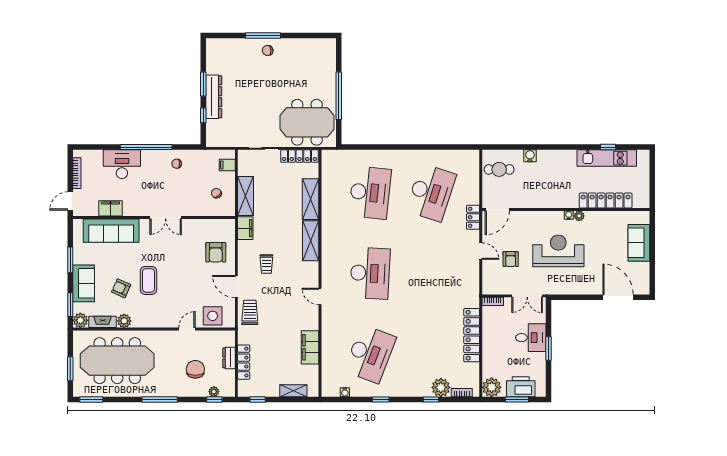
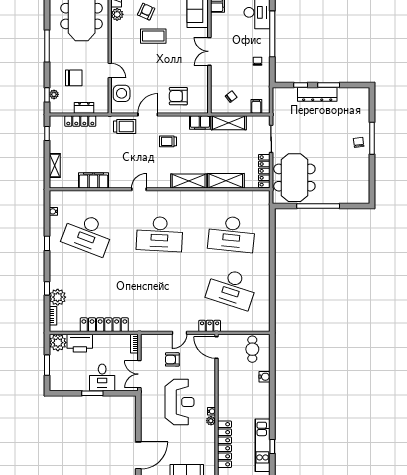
printer: (521, 387) -> (80, 343), moved, turned 90

